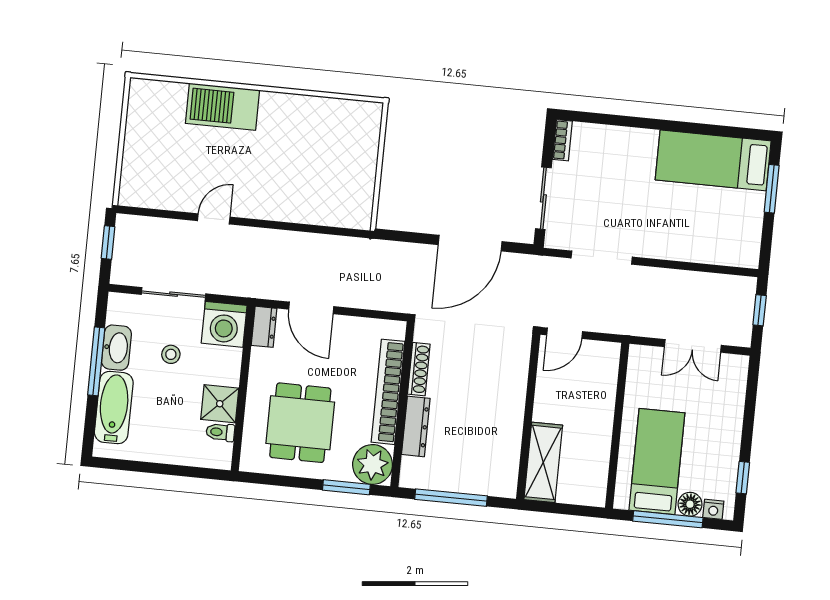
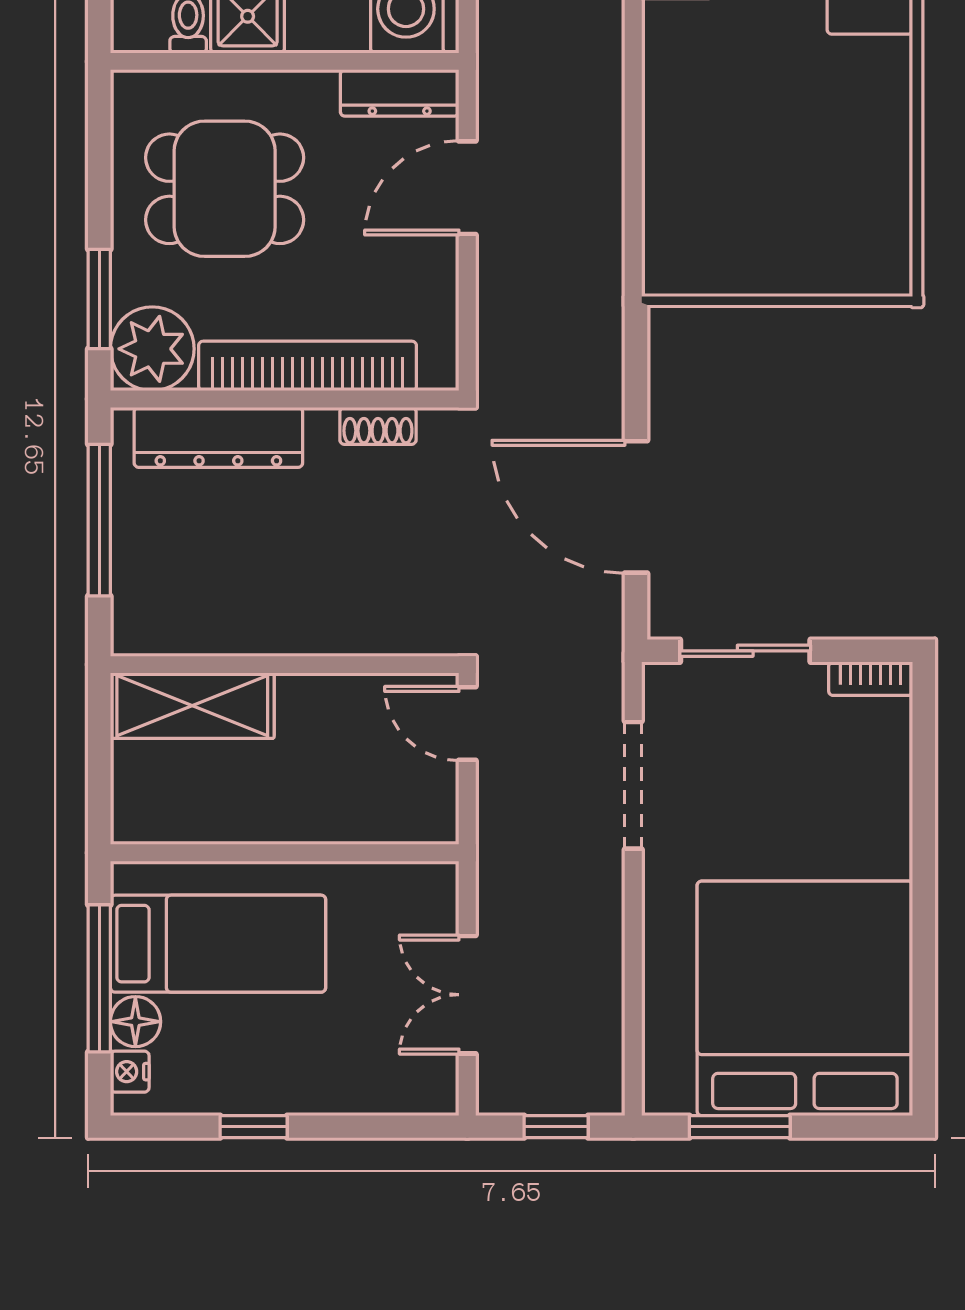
bed: (713, 160) -> (805, 998), width x2.04
window: (772, 189) -> (740, 1127), moved
dresser: (264, 327) -> (400, 93), width x1.44
shoe rack: (419, 369) -> (378, 426), width x0.70
dresser: (416, 426) -> (218, 437), width x1.37, depth x1.24
window: (743, 478) -> (254, 1127), moved

